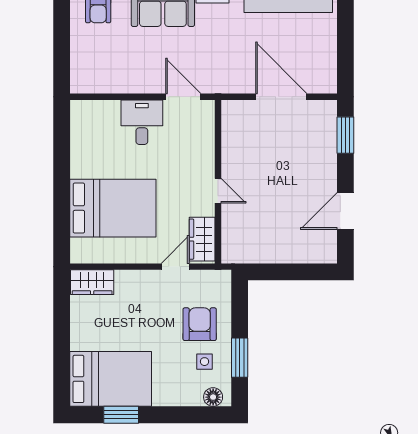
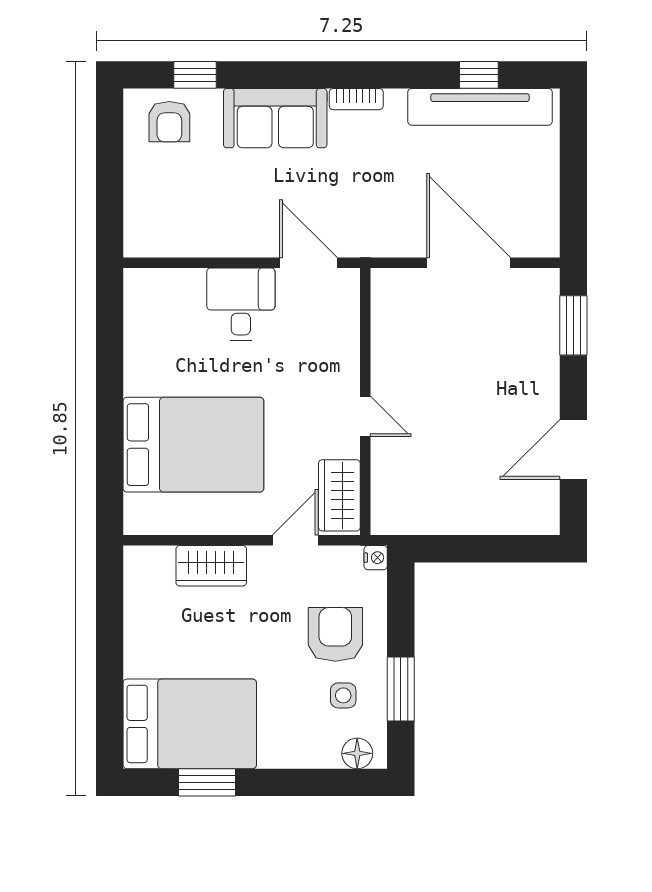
nightstand: (224, 277) -> (376, 558), added
wardrobe: (92, 282) -> (211, 566), moved

